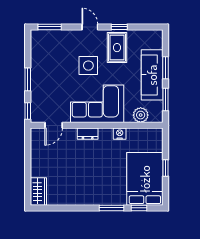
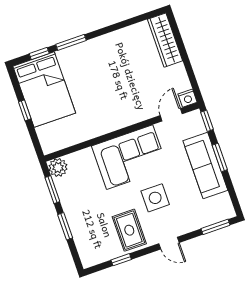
window: (119, 27) -> (121, 260), moved
sofa: (152, 75) -> (205, 166), moved, turned 180
plant: (141, 115) -> (58, 167), moved
dresser: (88, 134) -> (129, 119), removed
nightstand: (120, 134) -> (188, 98), moved
wardrobe: (38, 191) -> (165, 40), width x1.50

